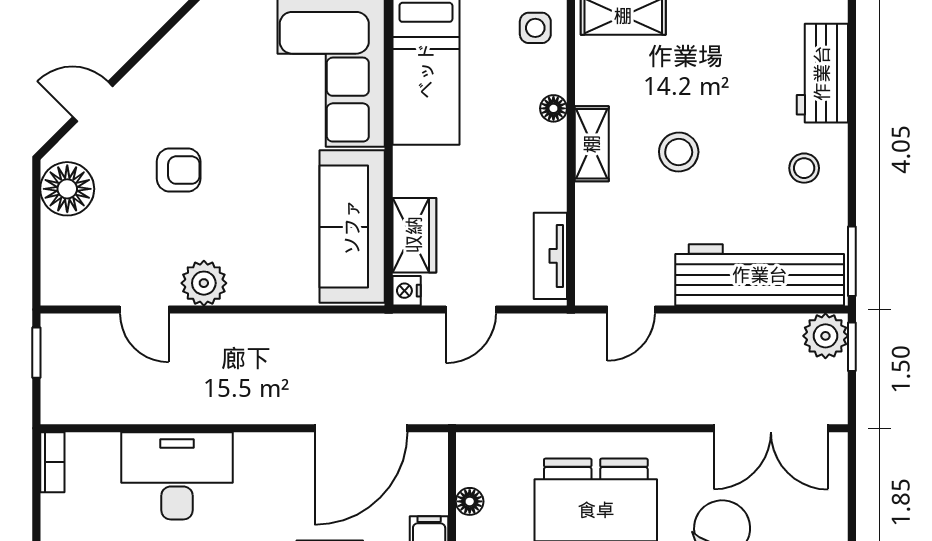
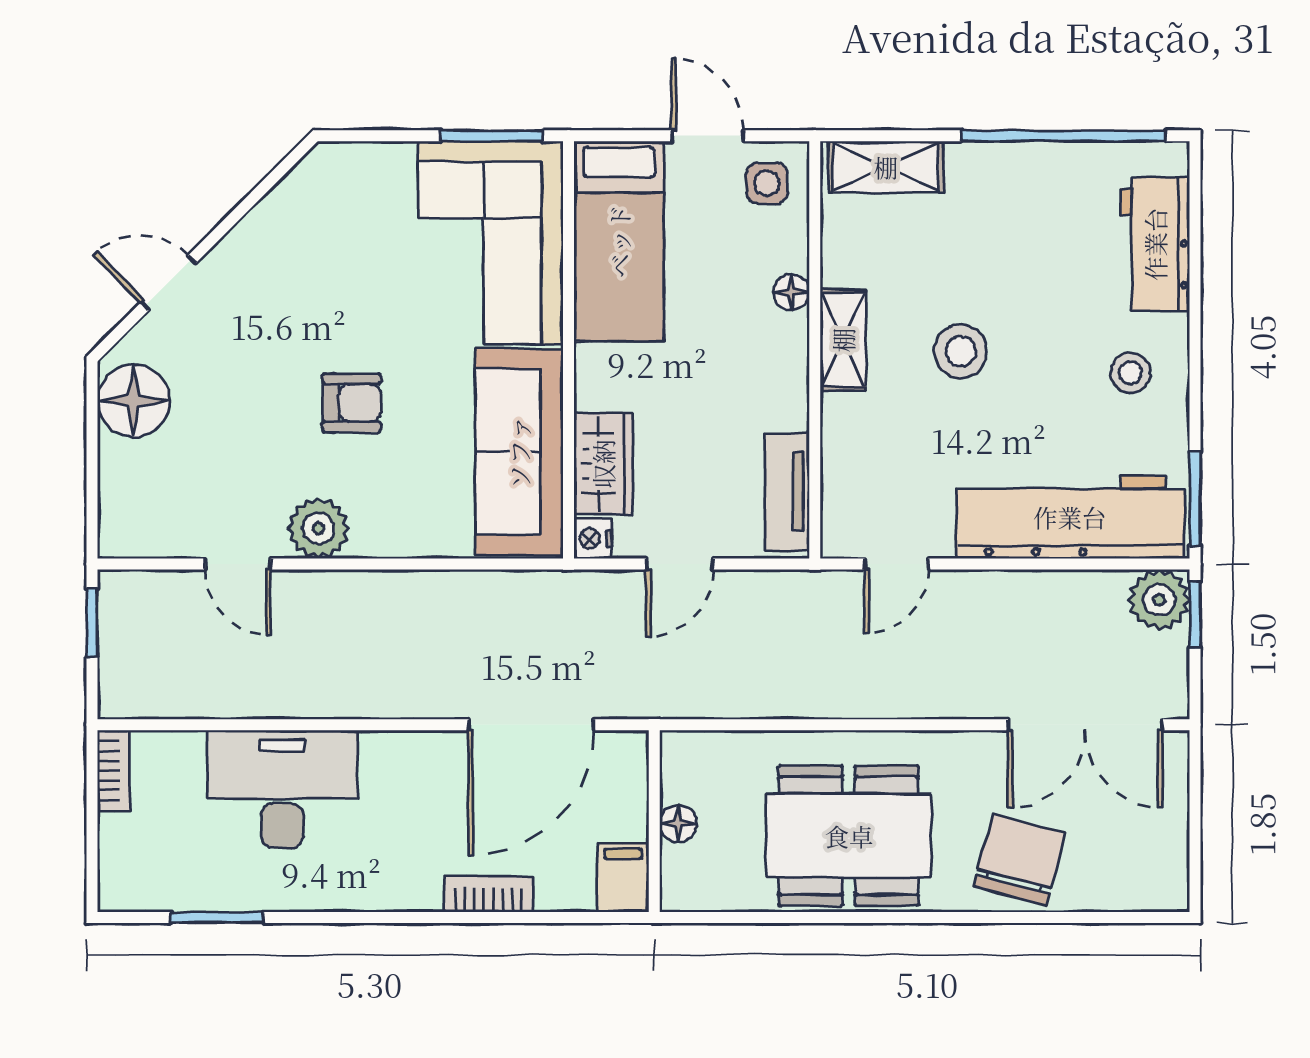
armchair: (179, 170) -> (352, 403), moved

